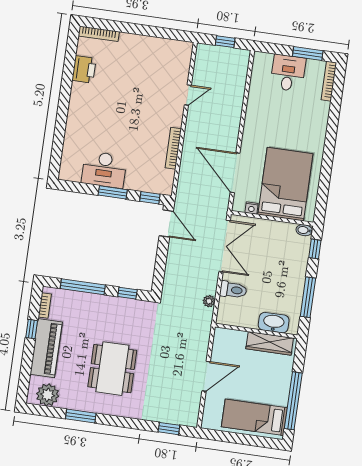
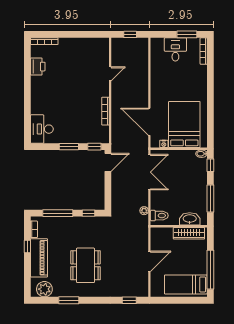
desk: (104, 170) -> (42, 129), moved, turned 90
door: (166, 223) -> (108, 162), hinge flipped
toilet: (233, 290) -> (159, 216), moved

